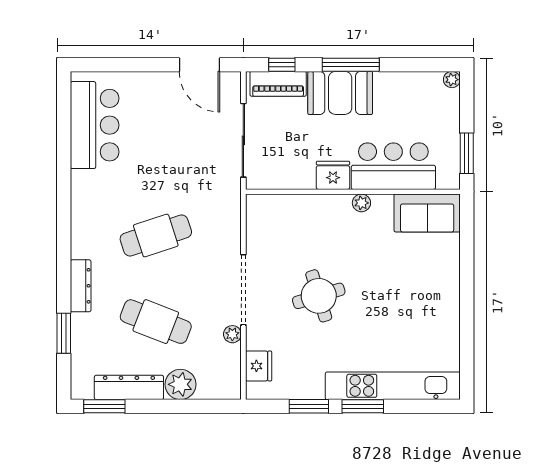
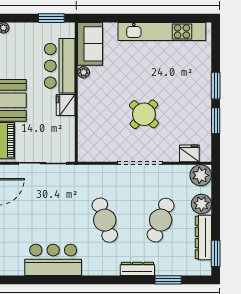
bar counter: (95, 125) -> (53, 260), moved
plant: (361, 203) -> (84, 72), moved
round table: (319, 296) -> (144, 114), turned -30
plant: (232, 334) -> (201, 175), moved, width x1.88, depth x1.88
kitchen unit: (393, 386) -> (162, 31), moved, turned -90

